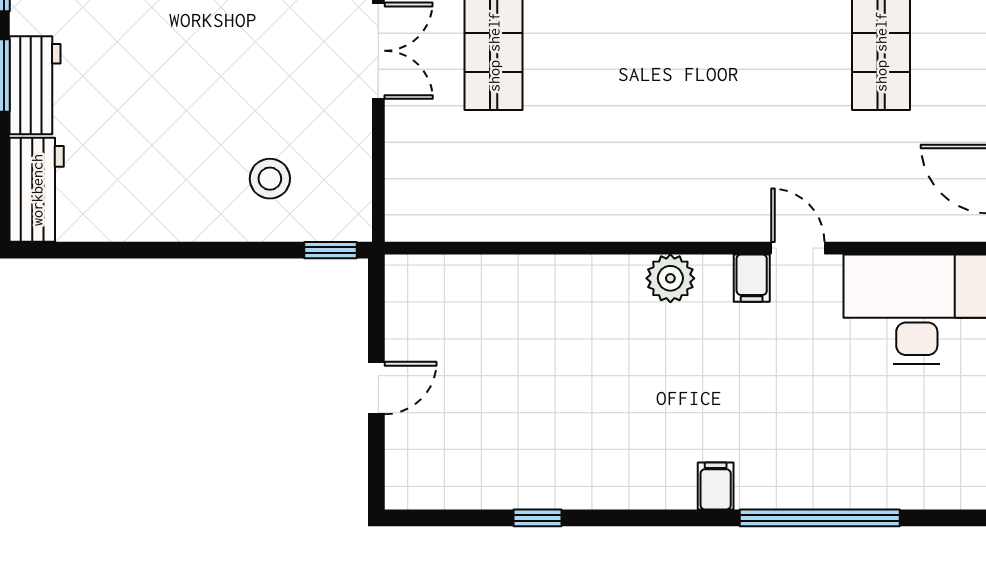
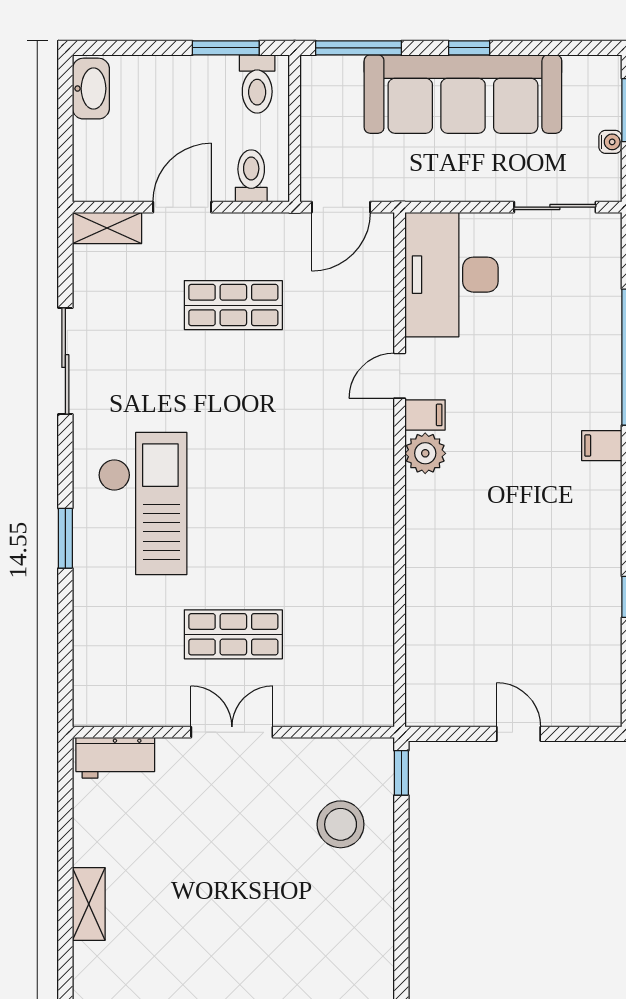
stool: (270, 179) -> (341, 824), width x1.38, depth x1.38
plant: (670, 278) -> (425, 453), moved

